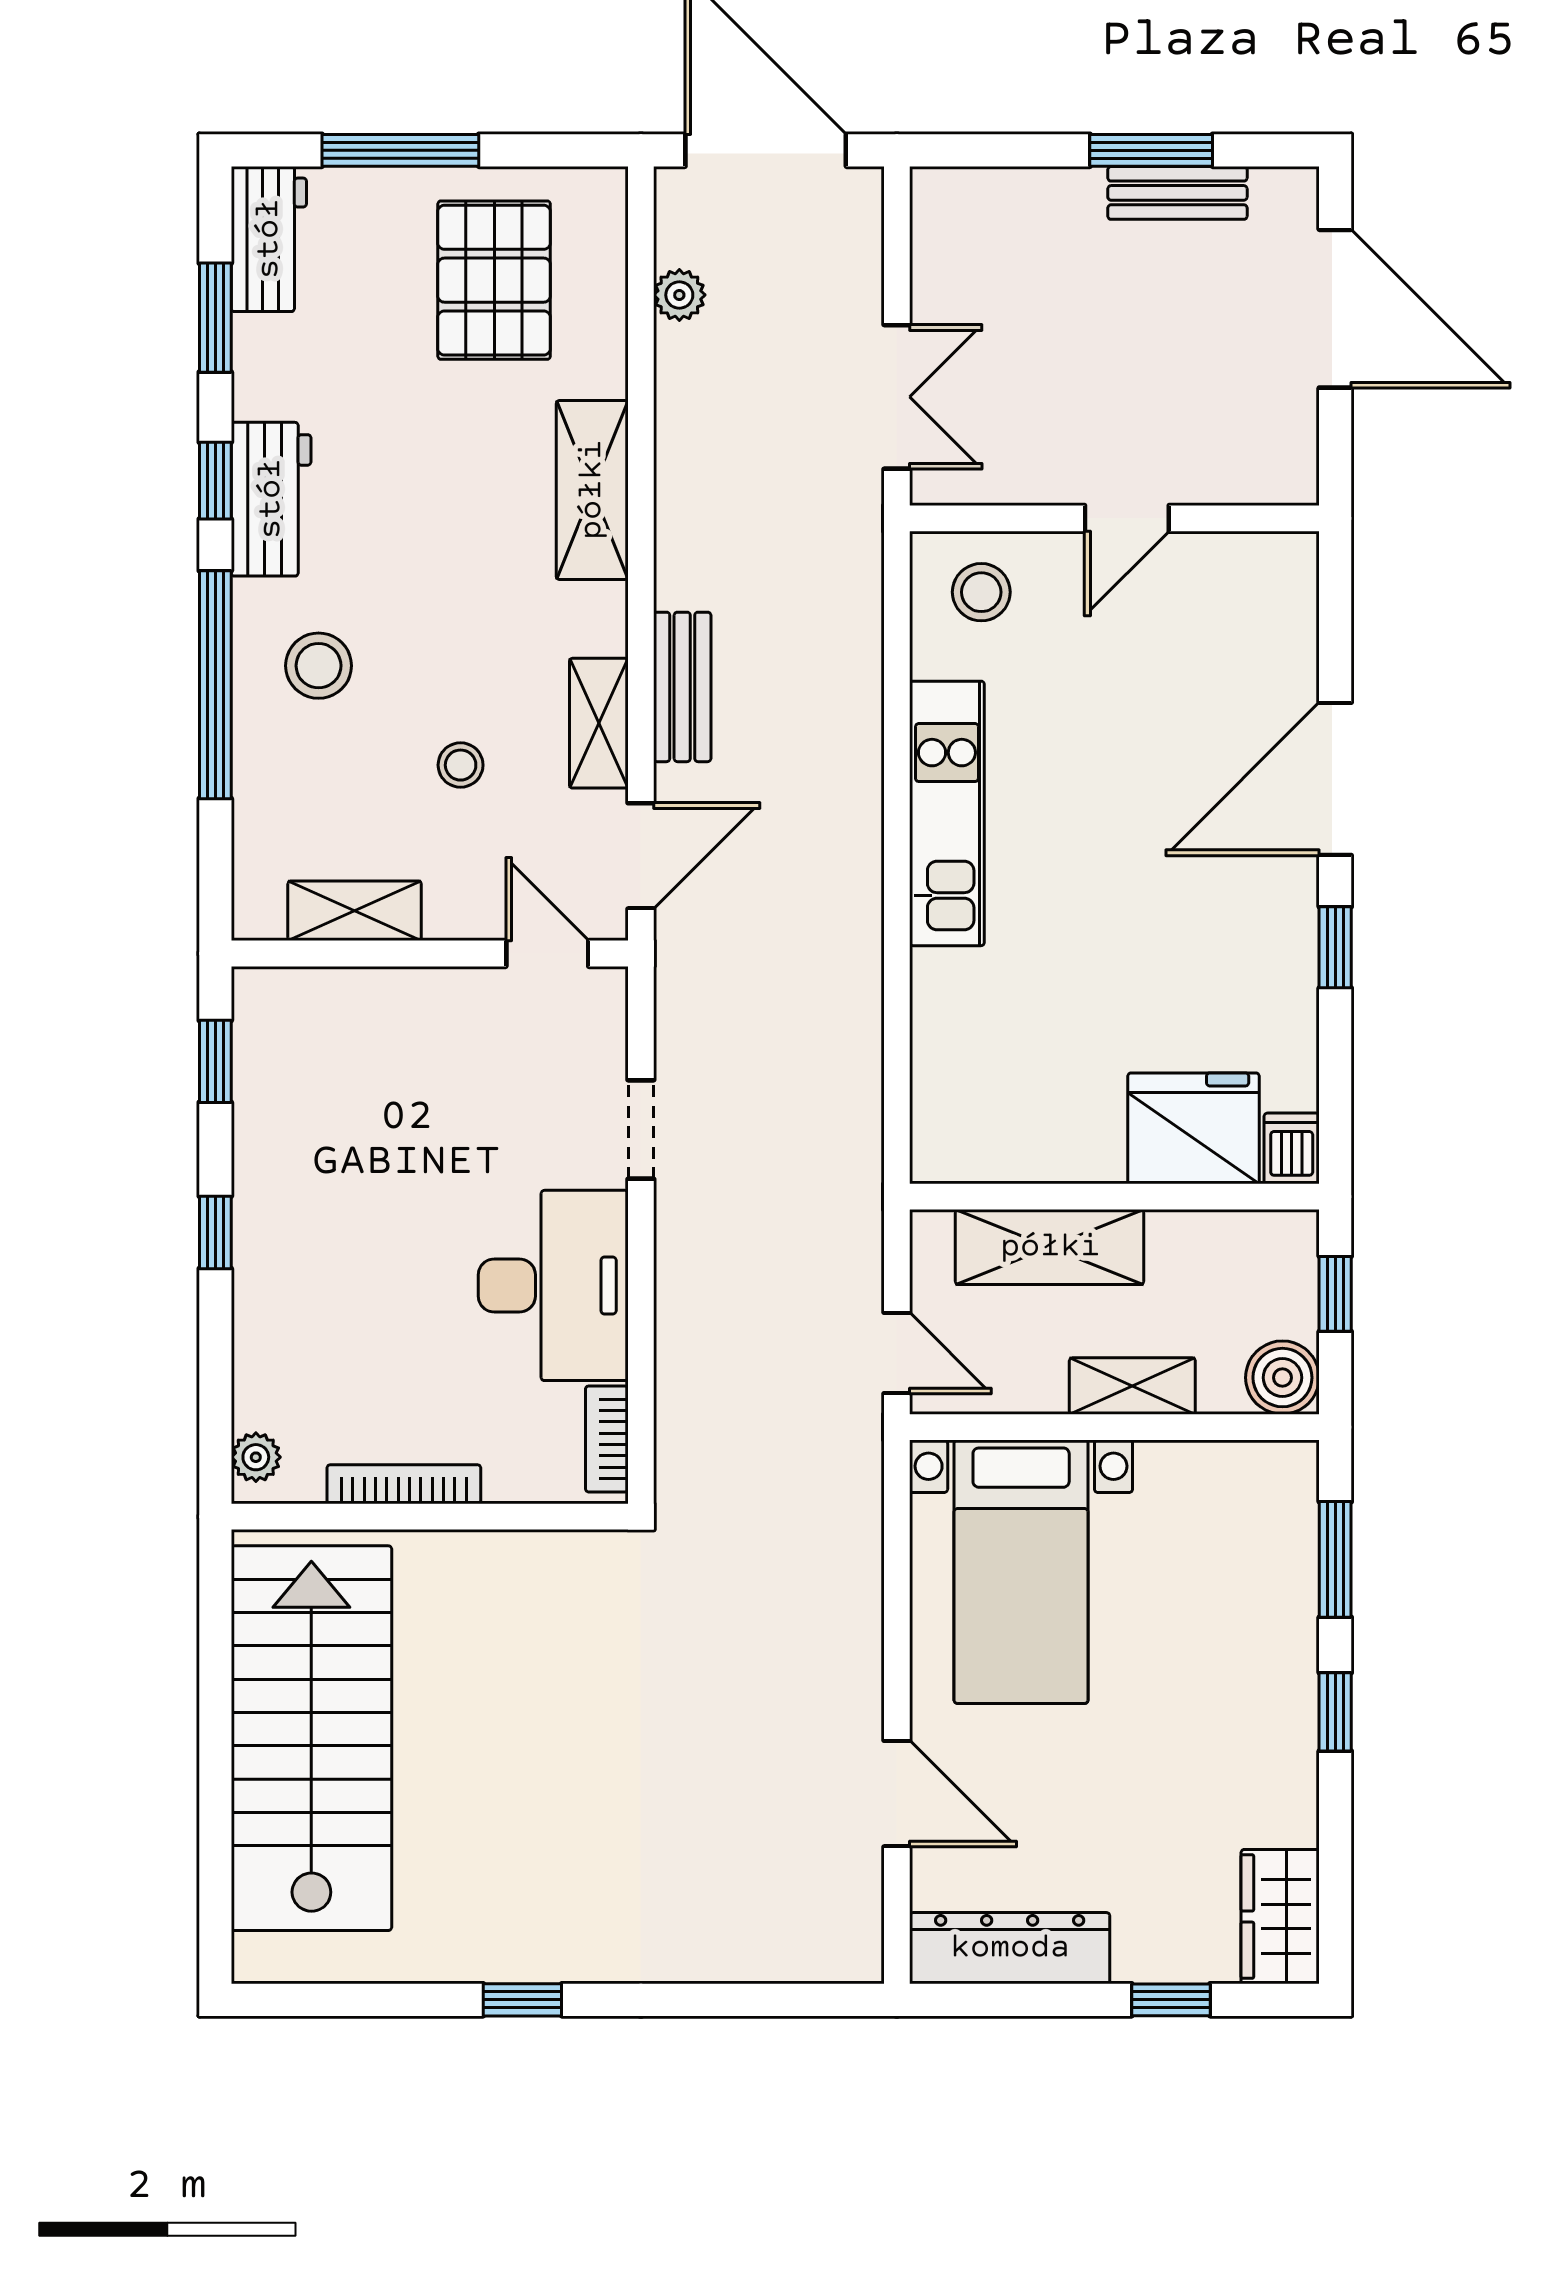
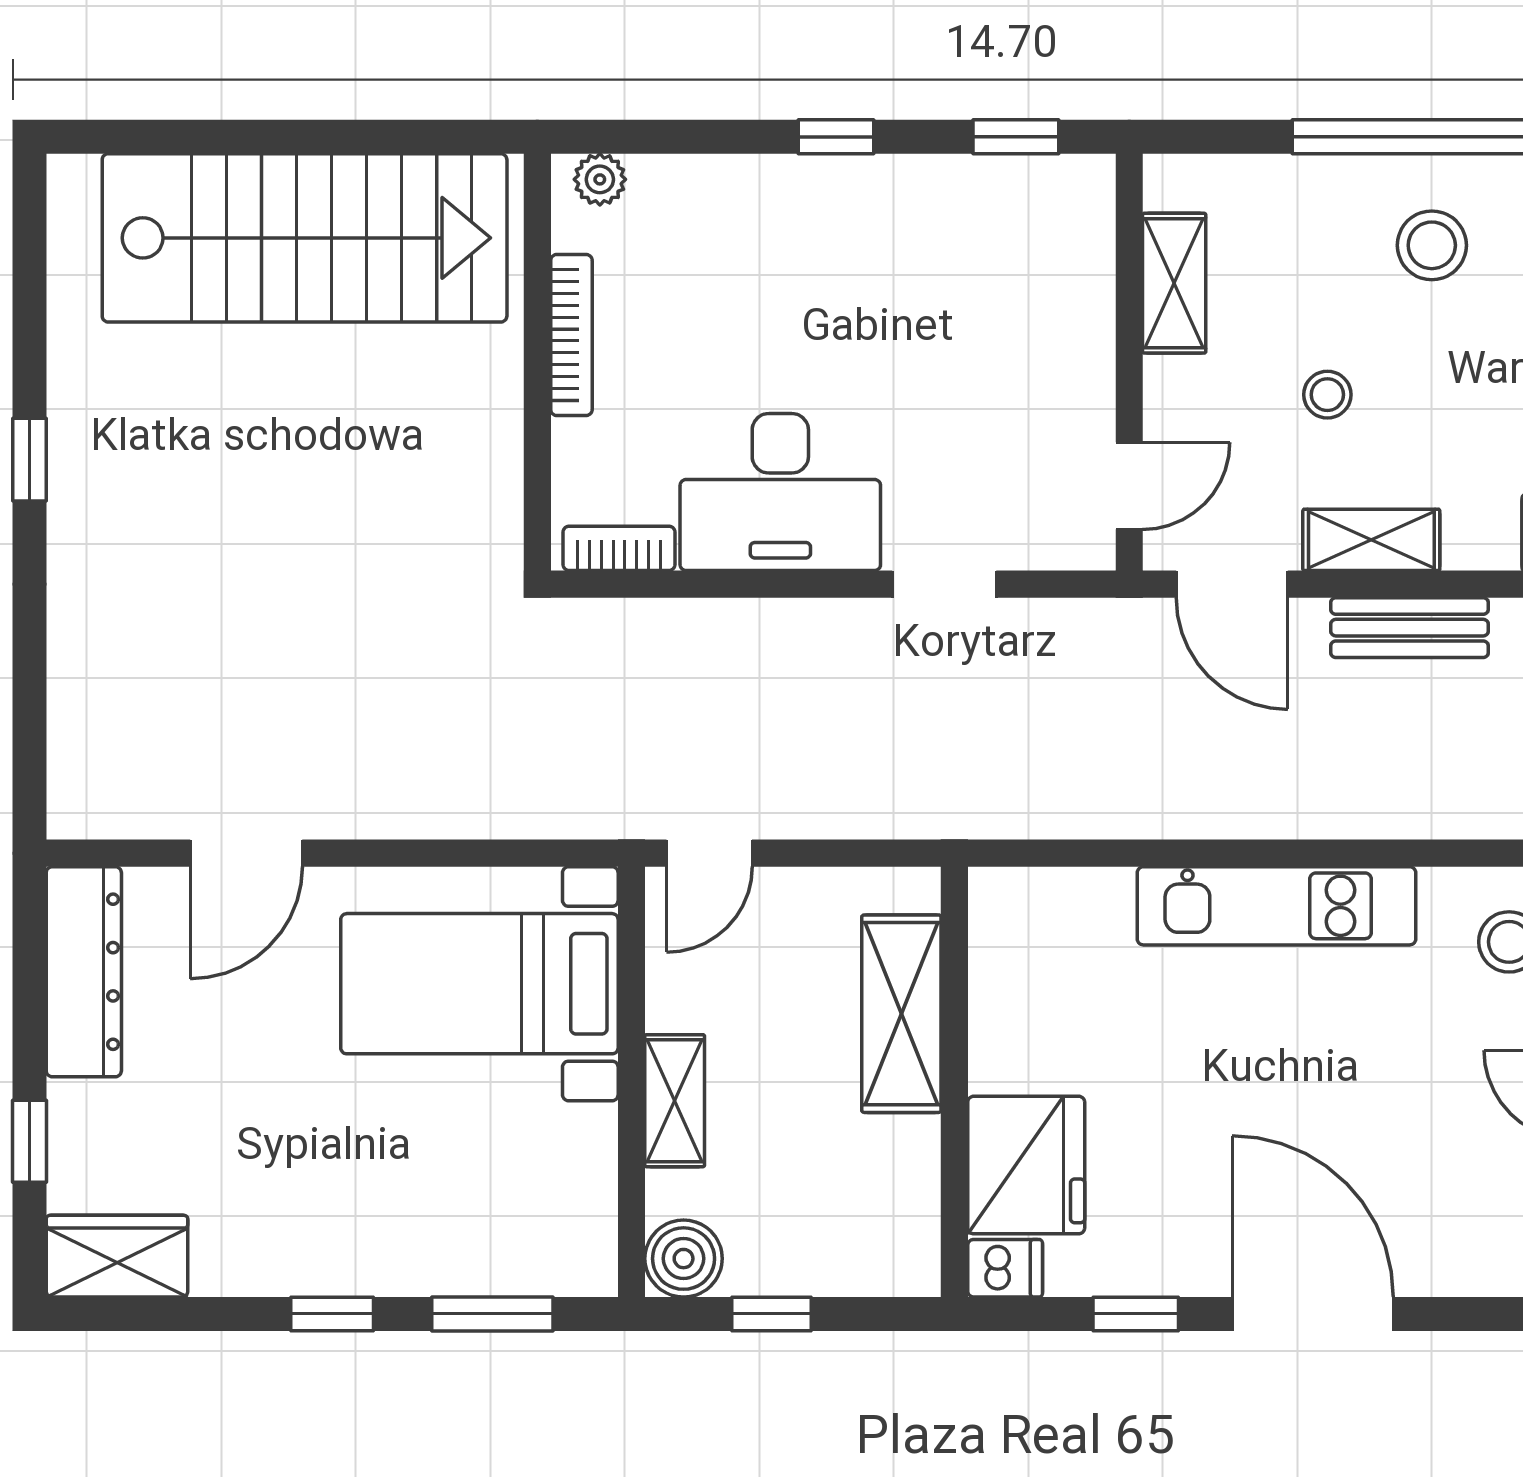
fridge: (1193, 1128) -> (1026, 1165), moved
dishwasher: (1292, 1148) -> (1005, 1268), moved
wall: (1114, 1197) -> (954, 1082), moved
shelving: (1050, 1247) -> (901, 1014), moved

